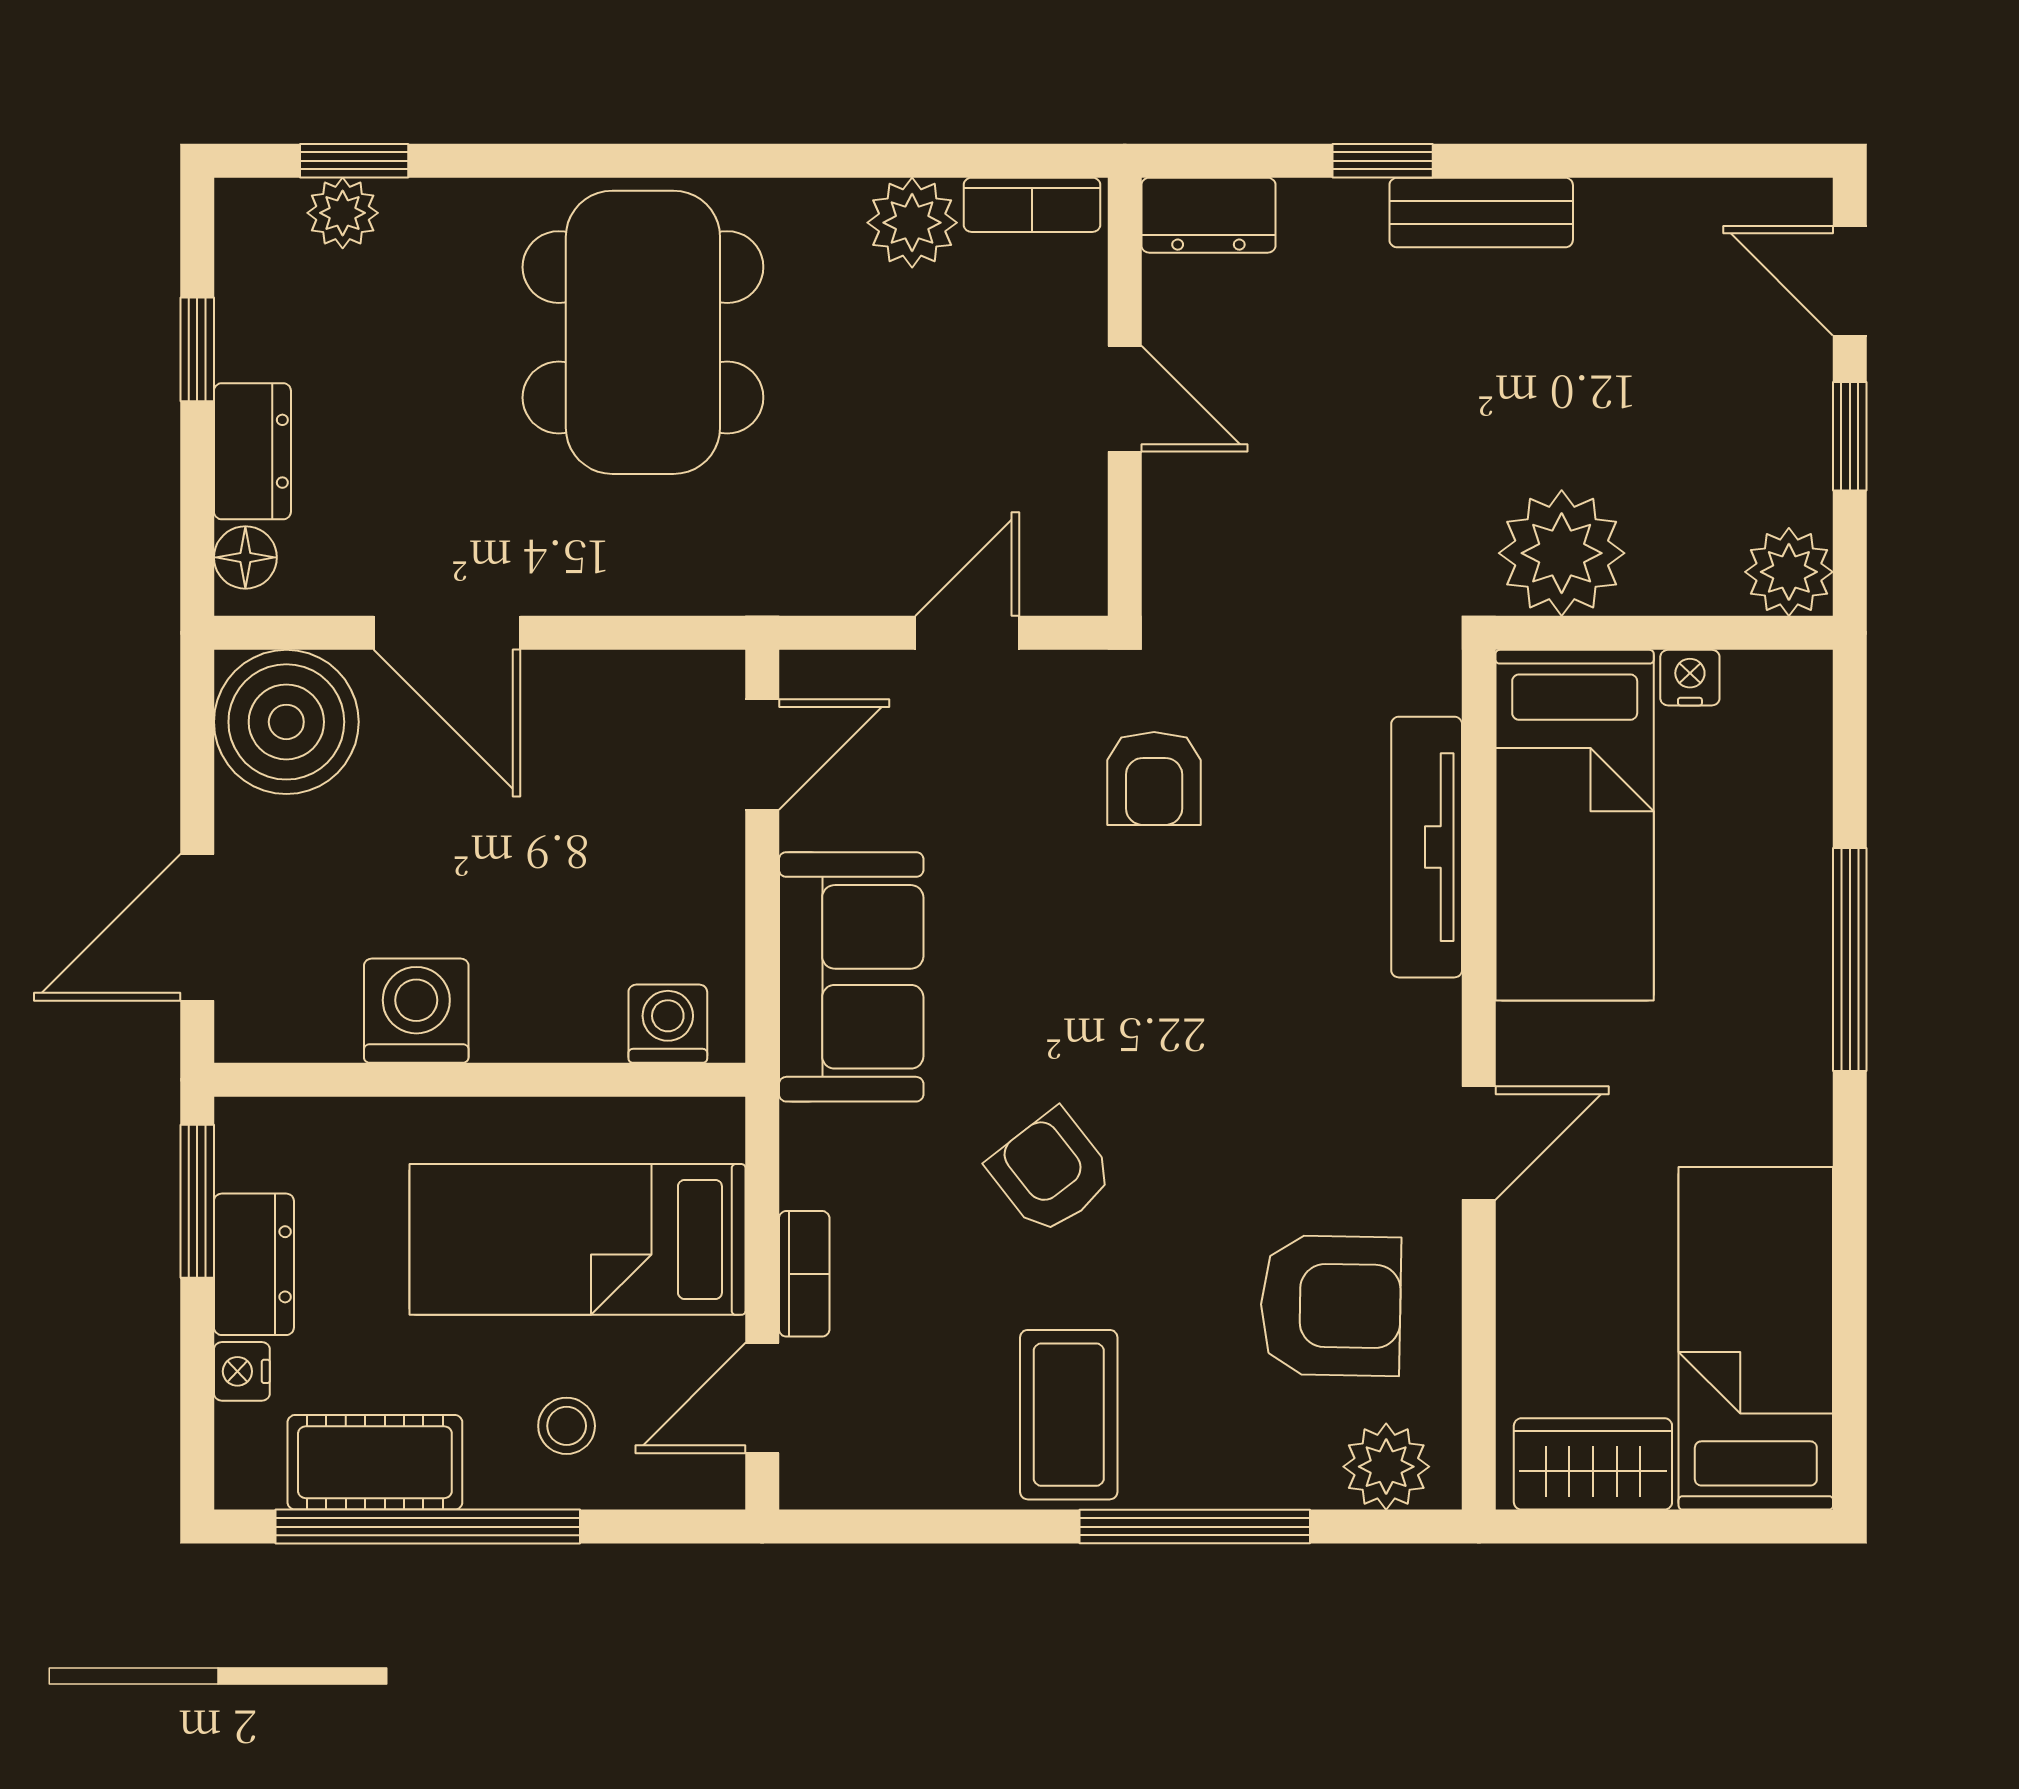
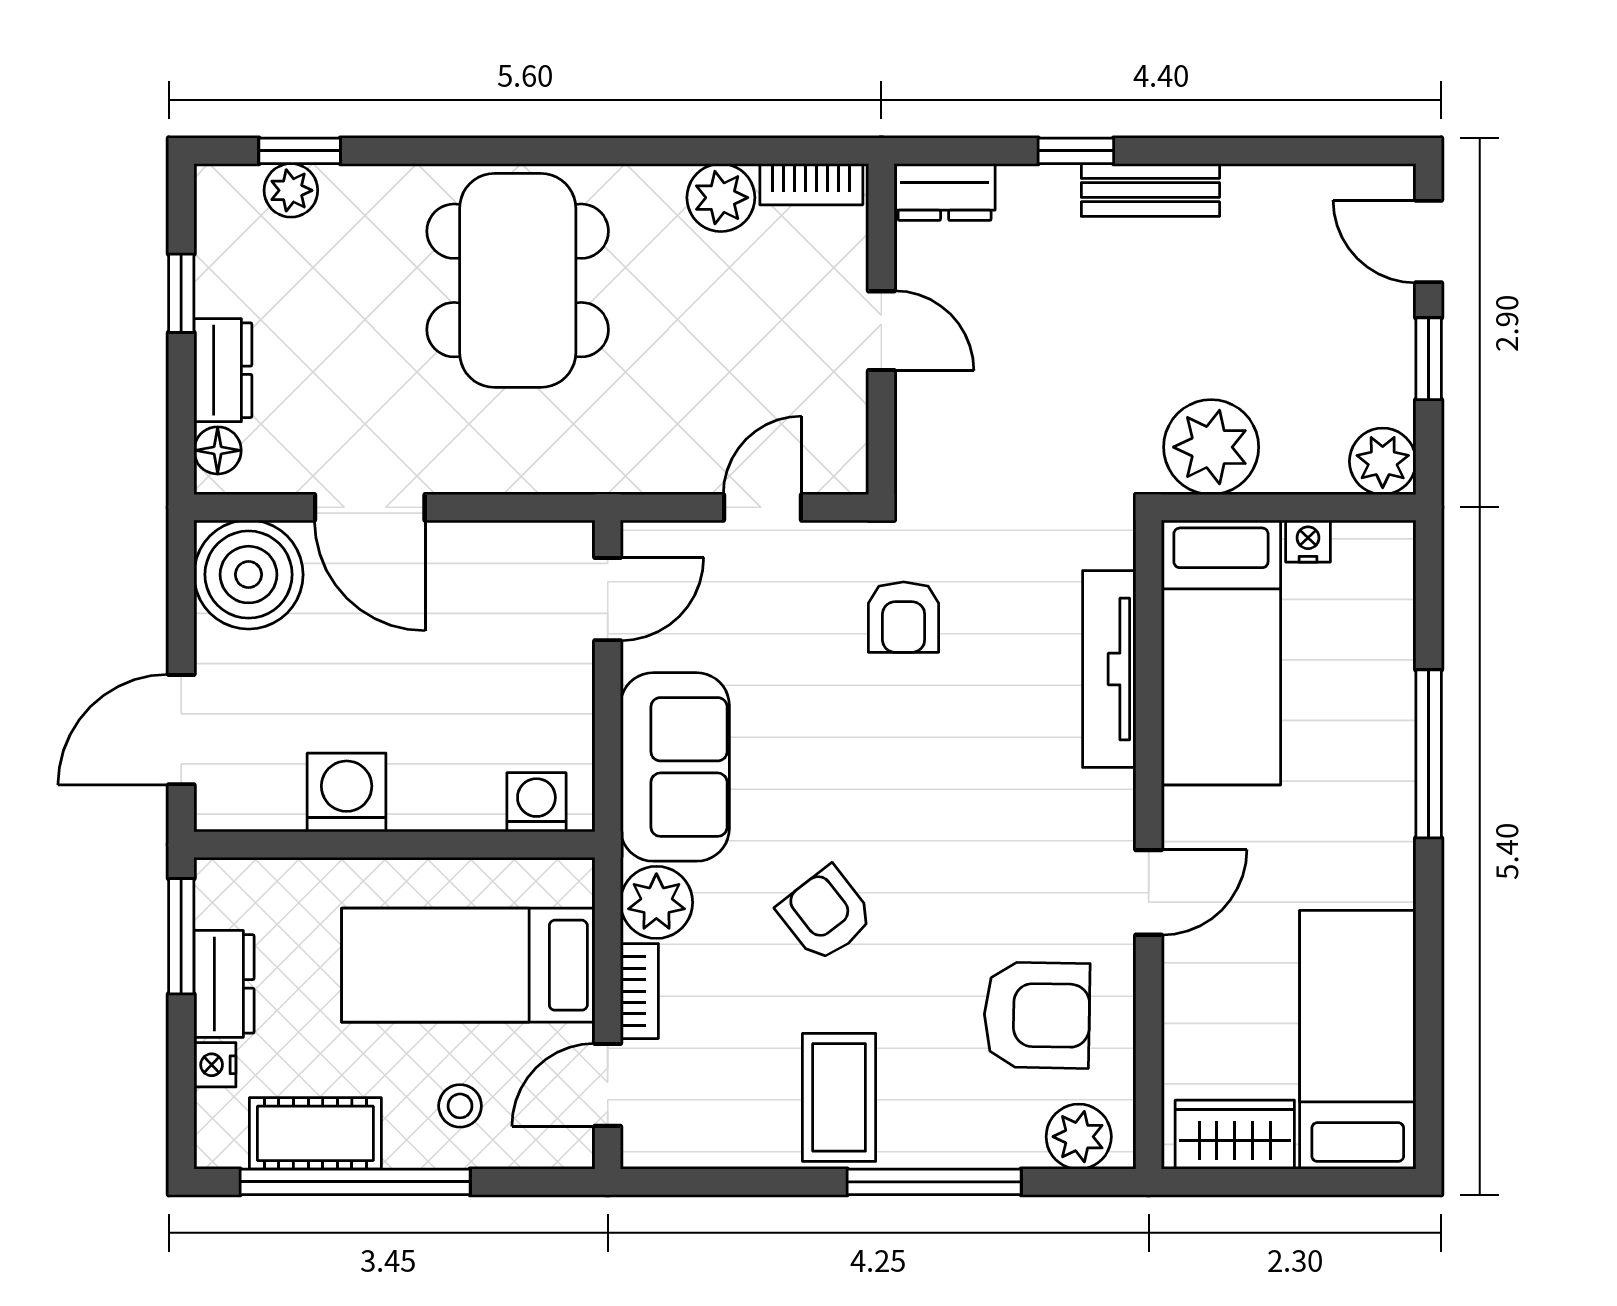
plant: (827, 1156) -> (656, 902), added

